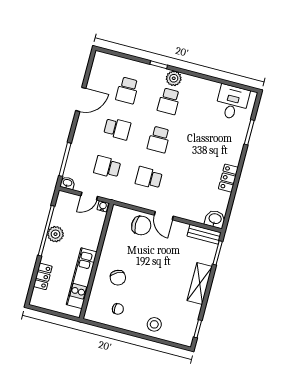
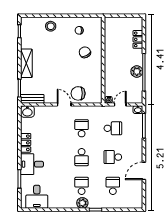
school desk: (159, 140) -> (82, 157), turned 180
desk: (227, 147) -> (32, 164), added
school desk: (149, 178) -> (82, 128), turned -90
kitchen unit: (82, 278) -> (110, 45), removed

